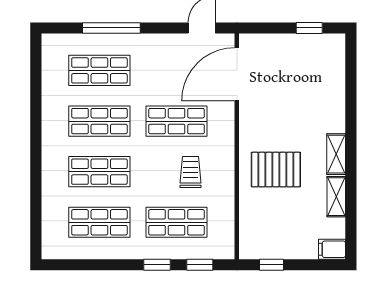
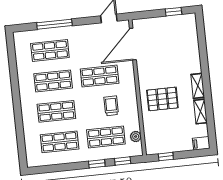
plant: (226, 227) -> (136, 136), added

